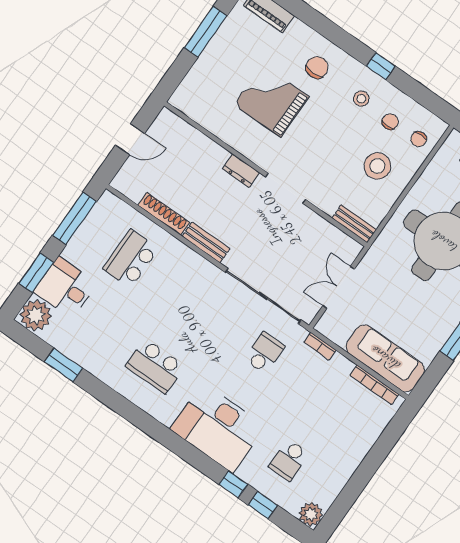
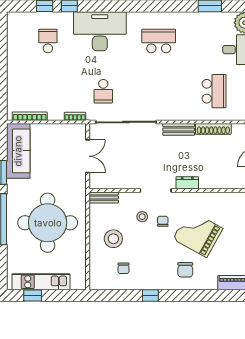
stool: (361, 99) -> (142, 217), moved
grand piano: (271, 101) -> (198, 234), turned -151
chair: (419, 139) -> (163, 221), moved
sofa: (385, 358) -> (18, 151), moved, turned -90
plant: (311, 514) -> (15, 20), removed

